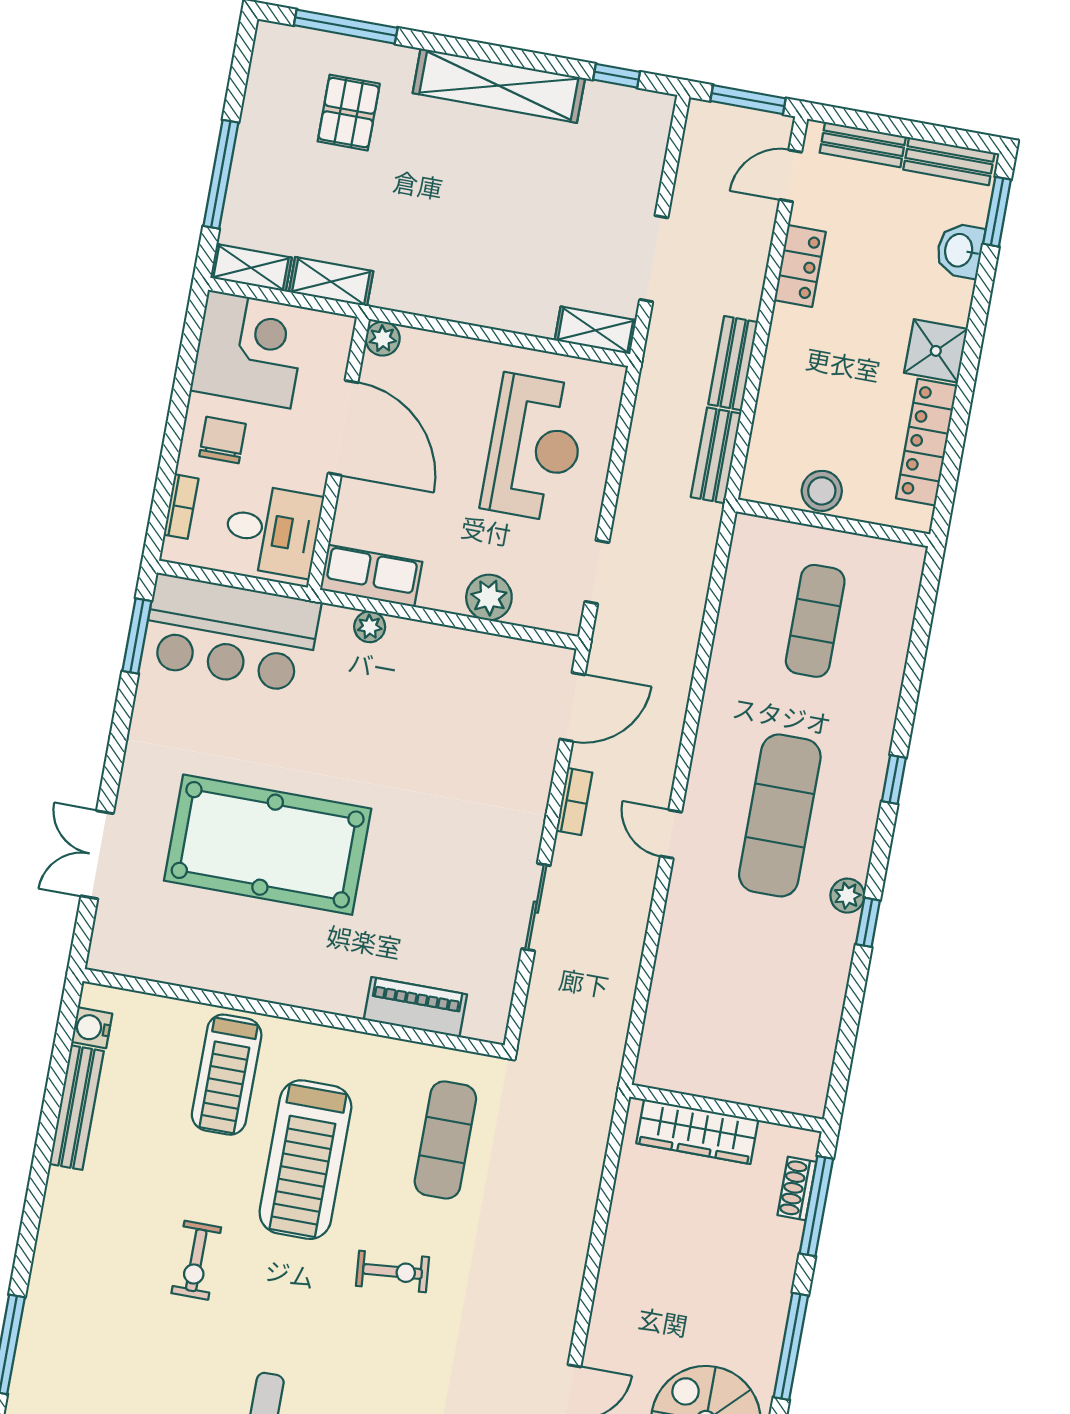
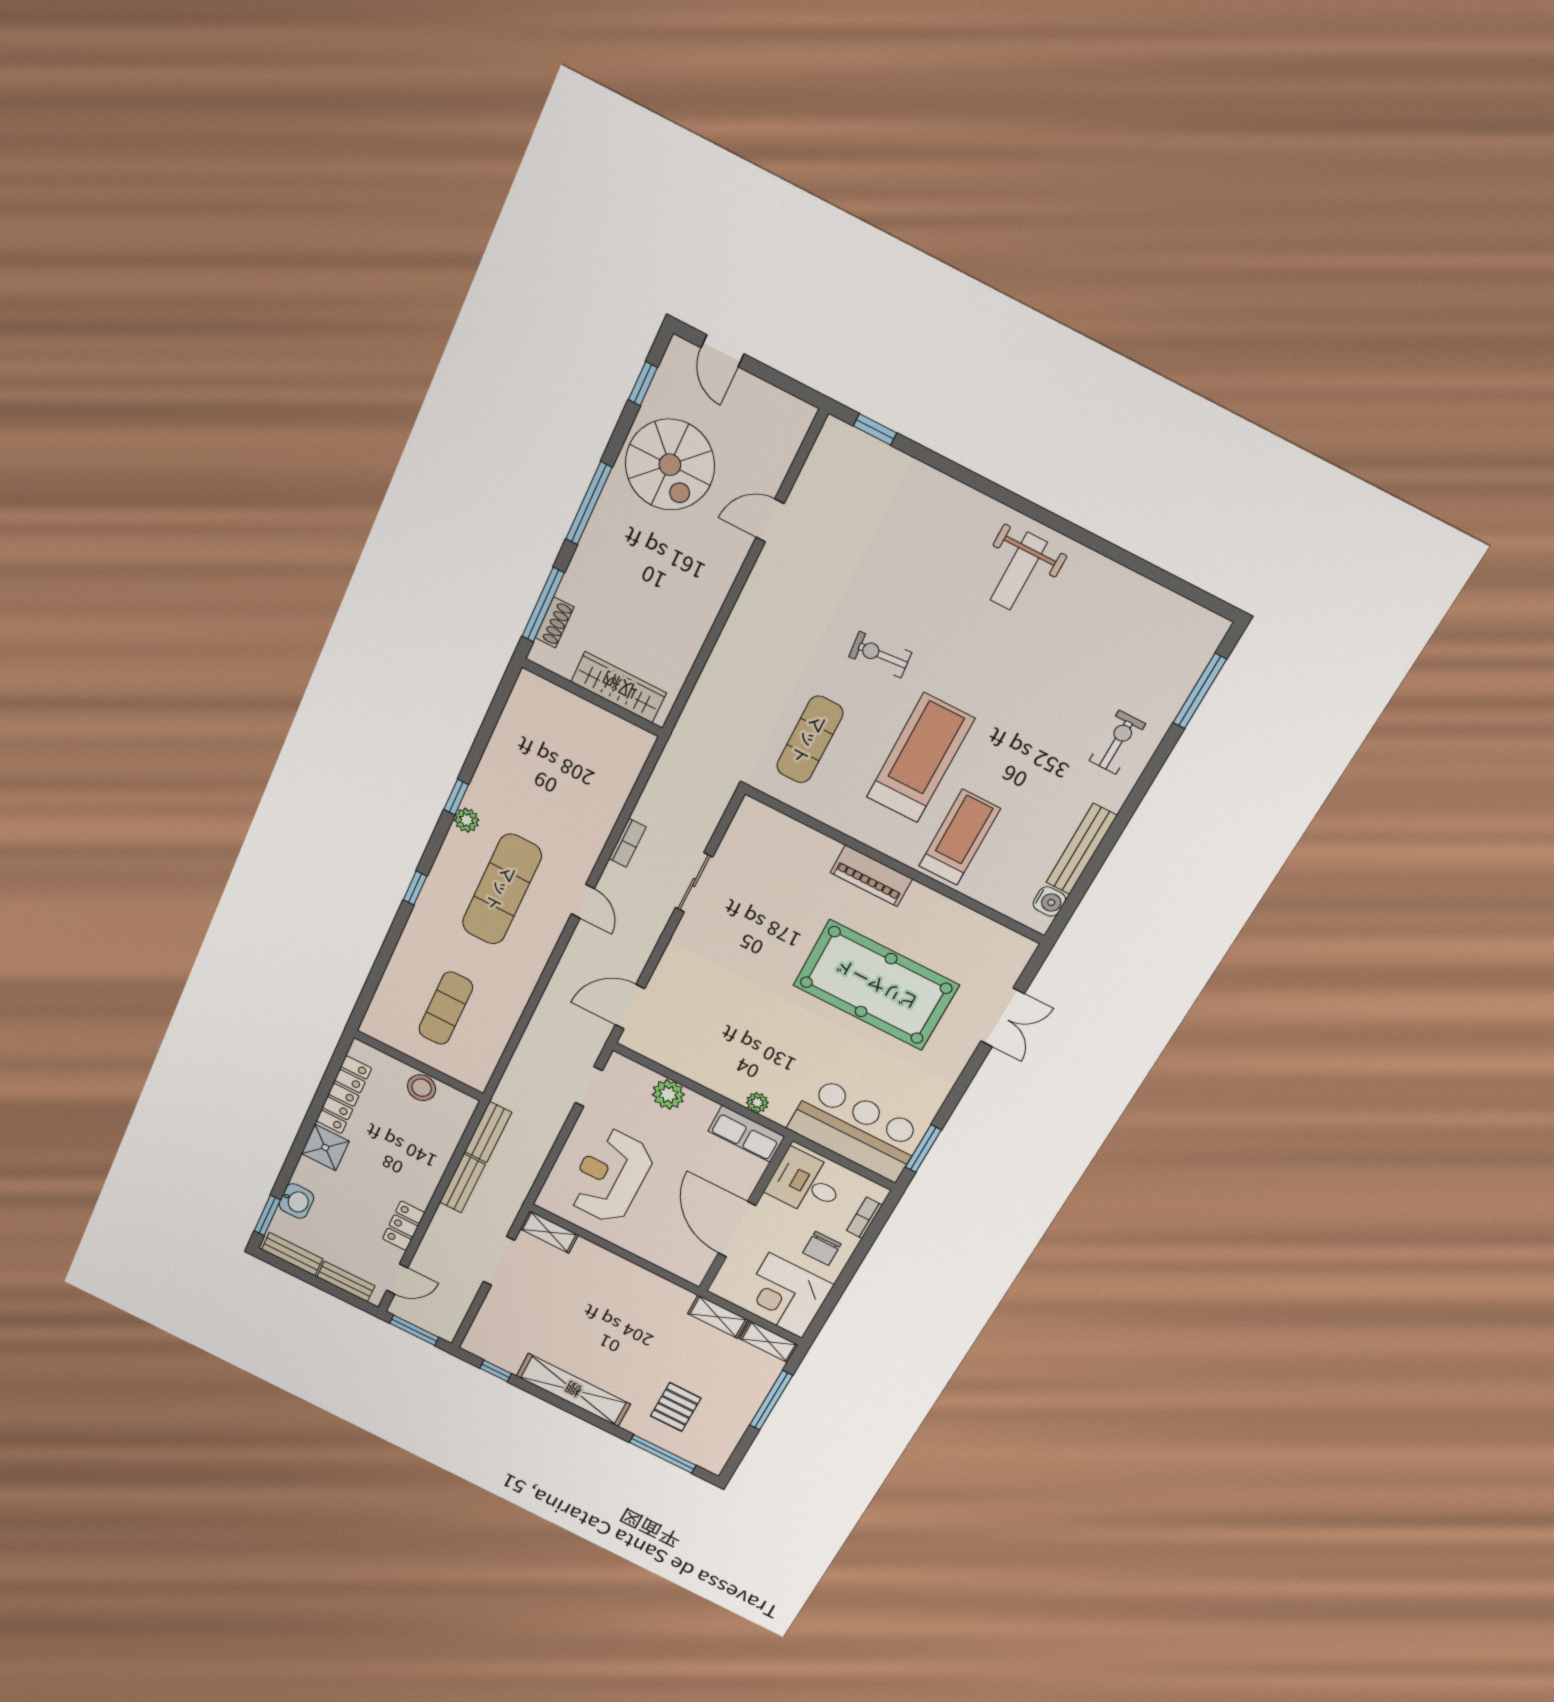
plant: (383, 339) -> (693, 1273), removed
bookcase: (574, 802) -> (627, 843), moved, turned 180
piano: (415, 1007) -> (871, 876), moved
exercise bike: (196, 1260) -> (1117, 742), moved

